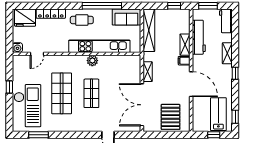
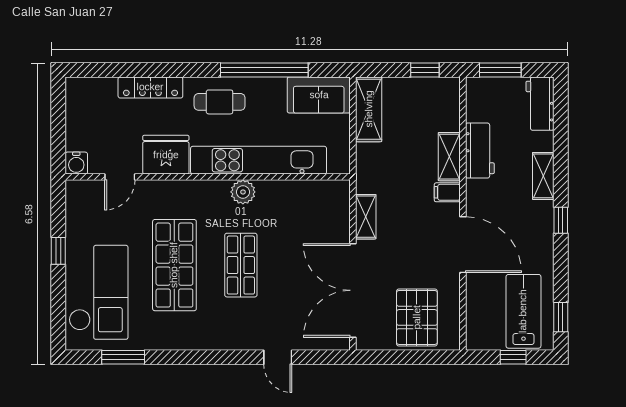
fridge: (25, 18) -> (166, 155), moved, turned 180
shelving: (149, 30) -> (369, 109), width x0.68
workbench: (199, 37) -> (480, 151), width x0.73

